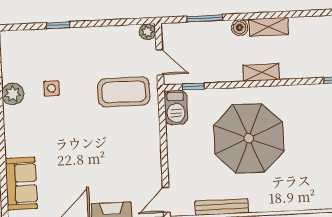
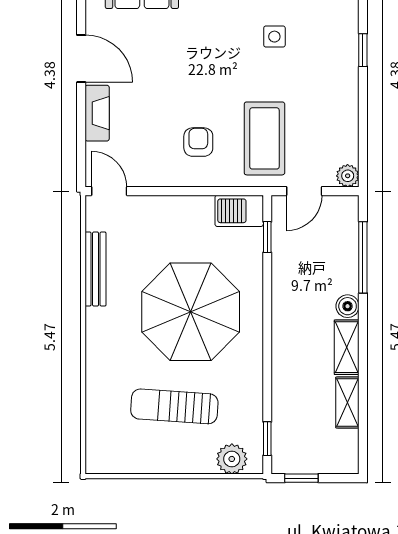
window: (205, 18) -> (363, 257), width x1.44
shelving: (261, 72) -> (347, 402), moved
armchair: (129, 139) -> (198, 142), added
sun lounger: (316, 147) -> (174, 406), added

